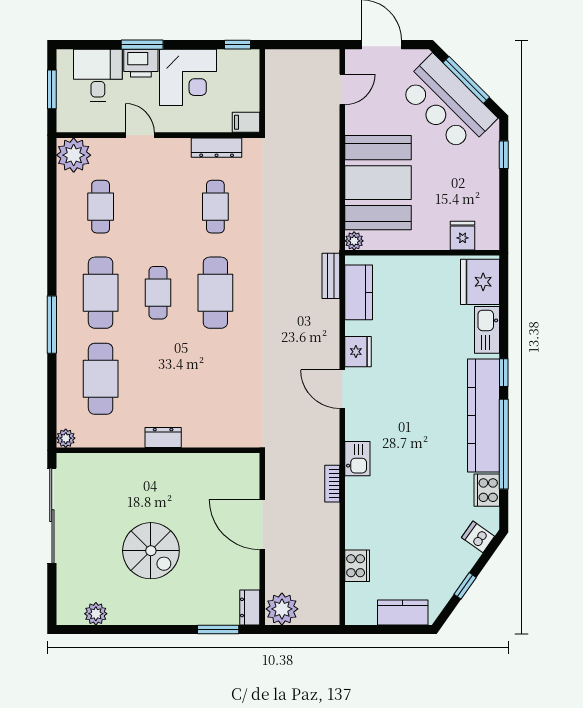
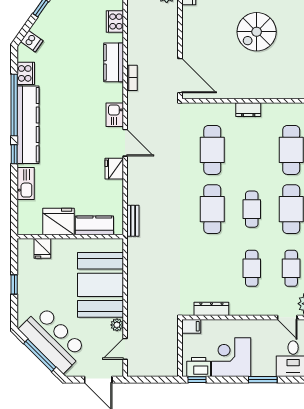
printer: (141, 63) -> (199, 367), moved
door: (140, 135) -> (287, 317), moved
window: (504, 155) -> (14, 284), moved
cafe table: (215, 207) -> (252, 268), moved
plant: (354, 241) -> (117, 325), moved
fridge: (480, 282) -> (59, 221), moved, turned -90
kitchen counter: (359, 292) -> (94, 225), moved, turned 90
cafe table: (215, 379) -> (212, 150), added
kitchen sink: (357, 459) -> (115, 115), moved
kitchen counter: (359, 506) -> (114, 62), added
door: (262, 525) -> (180, 76), moved
spiral stairs: (151, 551) -> (257, 32), turned -90

